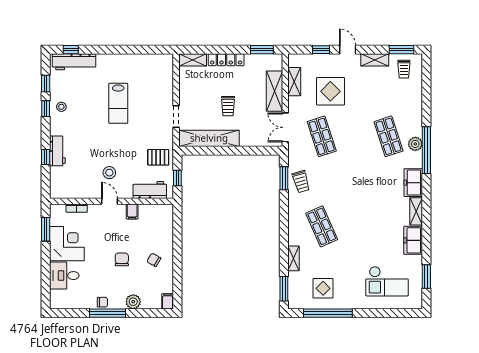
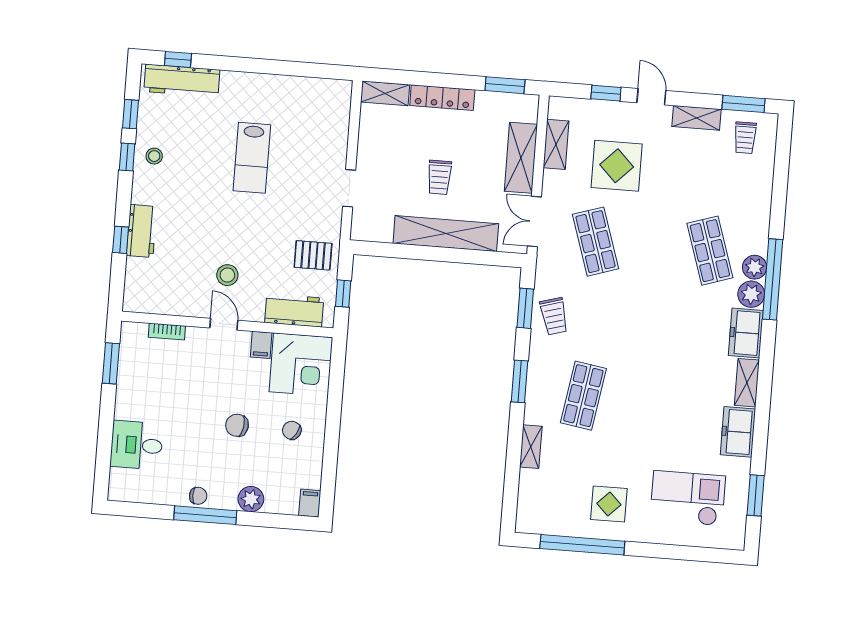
shelving: (209, 138) -> (446, 234), moved
plant: (415, 160) -> (751, 294), added
shop shelf: (322, 226) -> (583, 396), turned 33
corner desk: (67, 244) -> (301, 365), moved, turned 90
chair: (122, 259) -> (237, 425), turned -81
checkout: (387, 281) -> (688, 498), turned 180
display table: (323, 288) -> (609, 504), moved
window: (284, 289) -> (519, 381), moved

